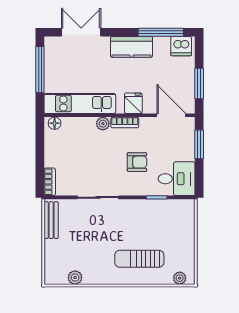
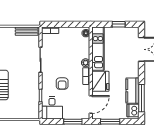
kitchen counter: (131, 47) -> (133, 91), moved
window: (40, 70) -> (119, 24), width x0.46
fridge: (133, 103) -> (100, 81), width x1.88, depth x1.34

